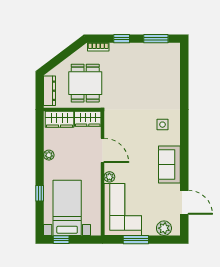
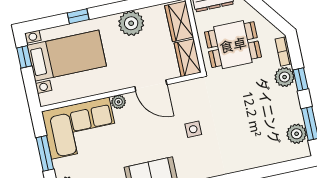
plant: (117, 50) -> (285, 77), added
plant: (161, 50) -> (297, 134), added
side table: (162, 125) -> (193, 129), moved
door: (103, 150) -> (151, 86), hinge flipped
plant: (49, 155) -> (131, 23), width x1.88, depth x1.88

